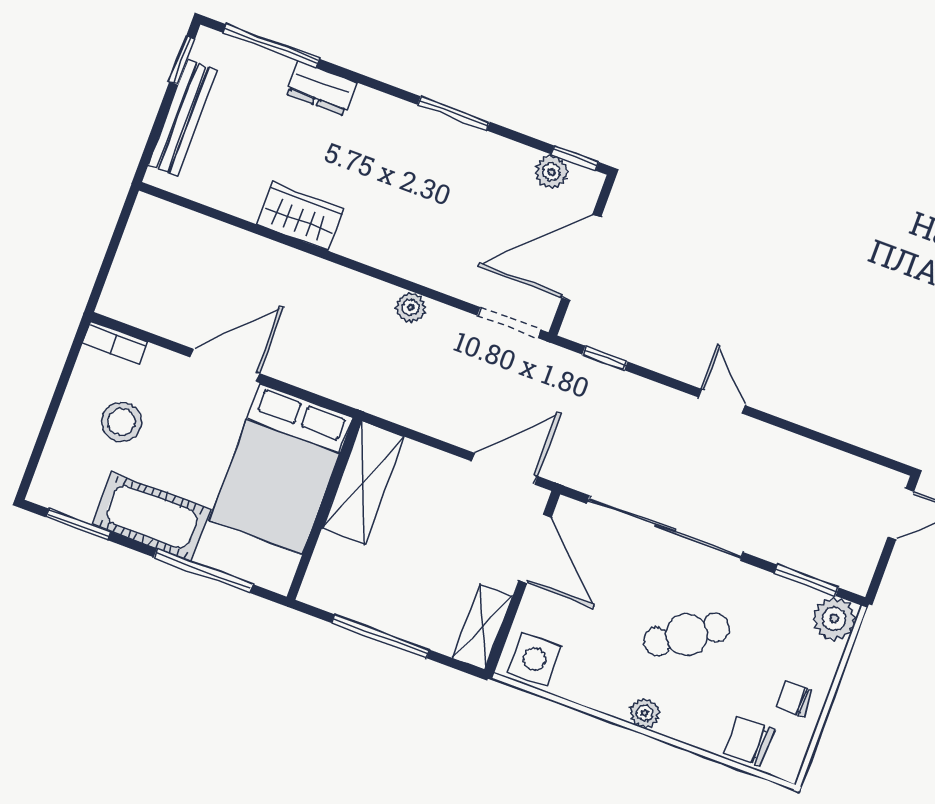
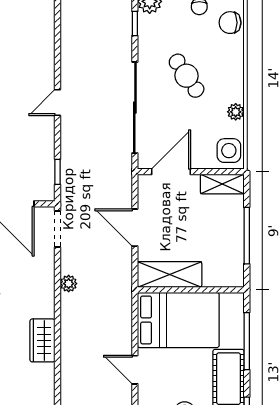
wardrobe: (300, 217) -> (42, 340), moved
door: (225, 365) -> (135, 370), width x0.73
door: (505, 469) -> (135, 228), moved
window: (806, 580) -> (135, 24), width x0.67
plant: (645, 713) -> (236, 112), moved
chair: (749, 741) -> (230, 23), turned 90

